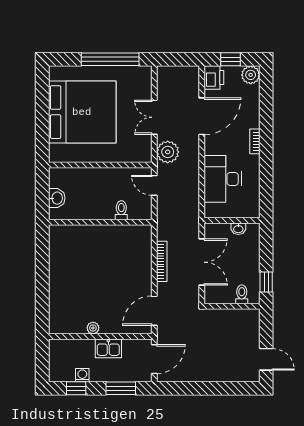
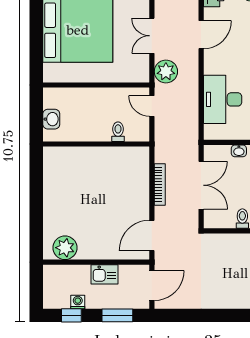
door: (202, 116) -> (201, 35), width x0.73
plant: (93, 328) -> (65, 248), moved, width x1.88, depth x1.88

